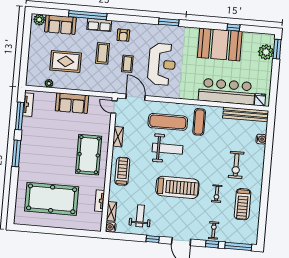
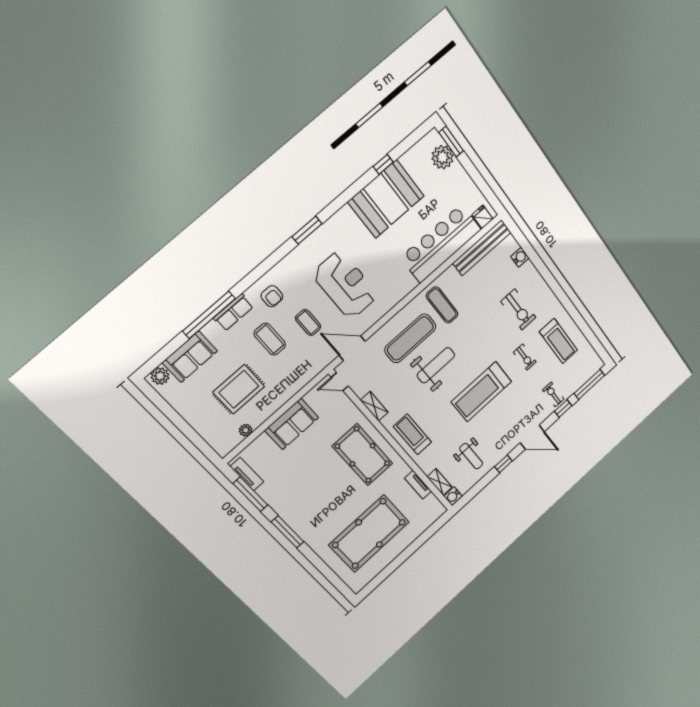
treadmill: (177, 187) -> (481, 392), turned 180
weight bench: (140, 216) -> (471, 456), turned 180

